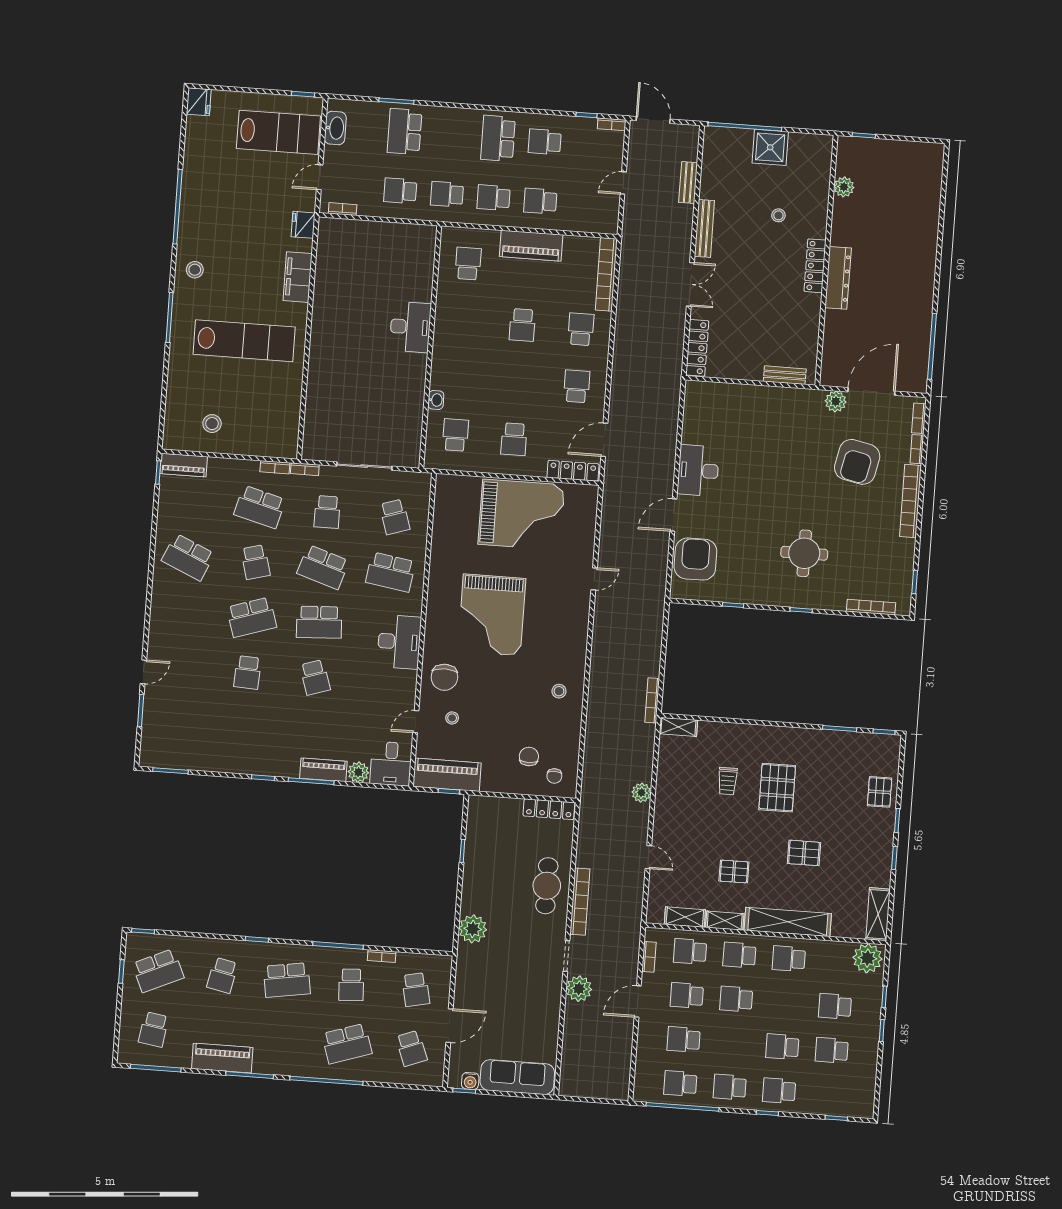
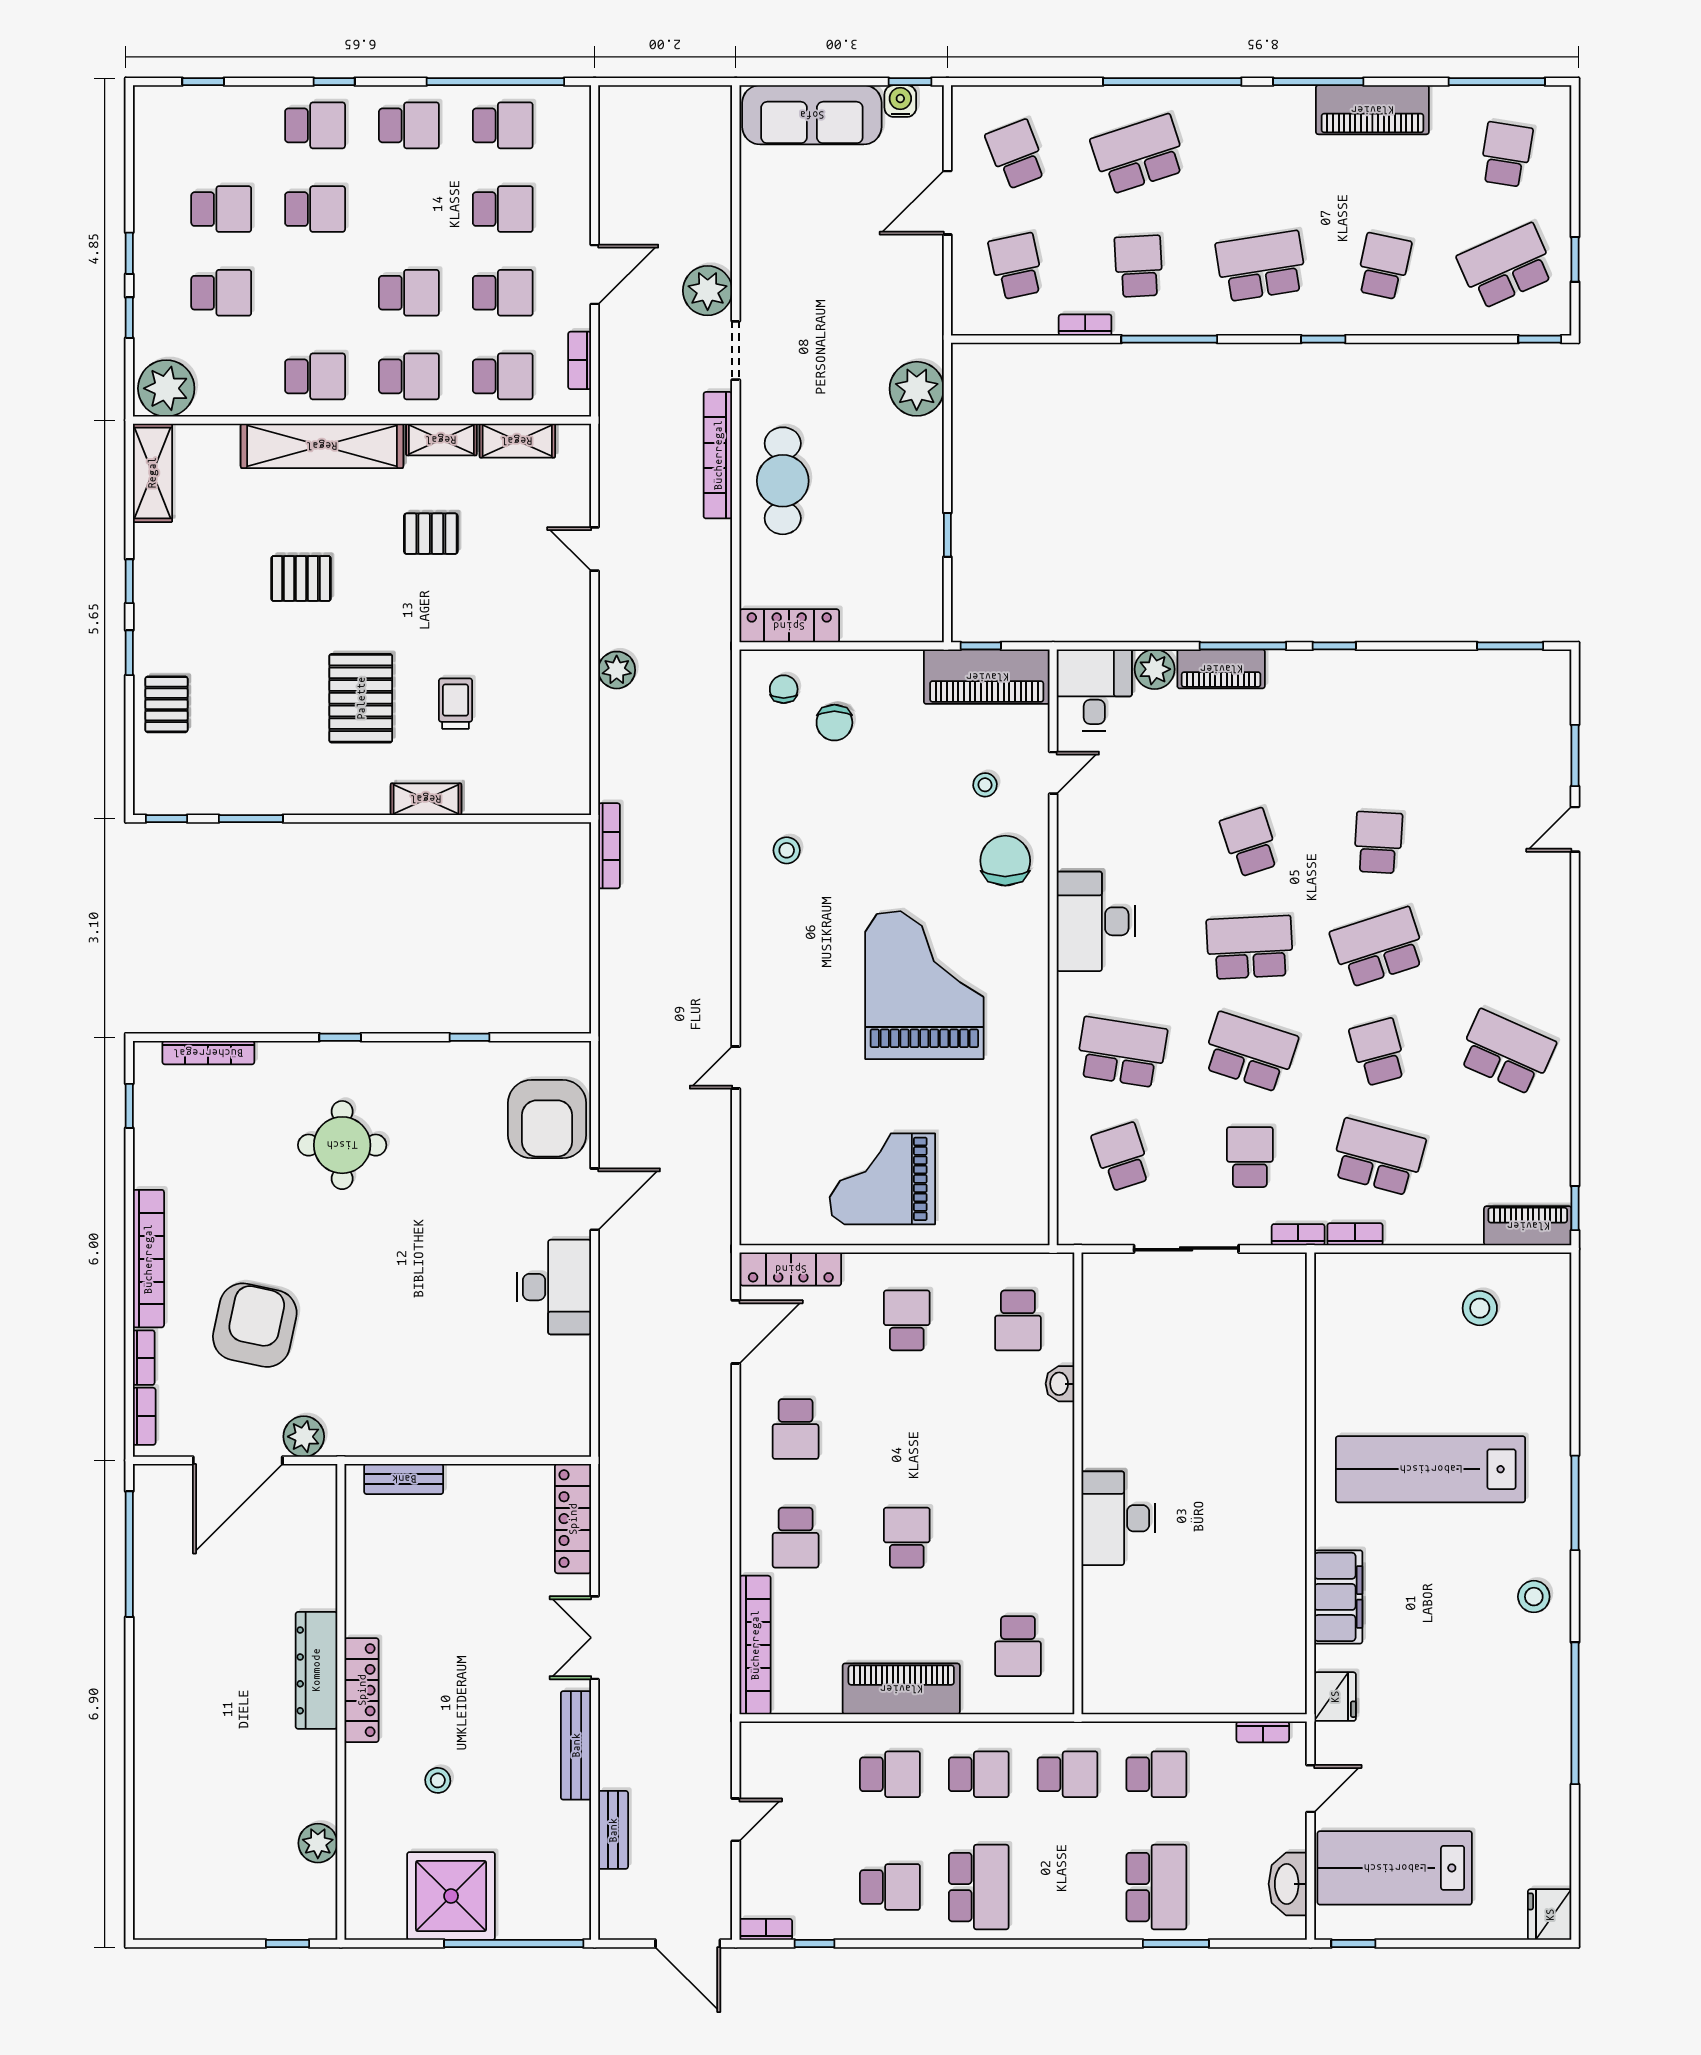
shower: (770, 147) -> (451, 1896), width x1.37, depth x1.37
grand piano: (521, 515) -> (882, 1179), width x0.73, depth x0.68
shelving: (678, 727) -> (426, 799), moved

